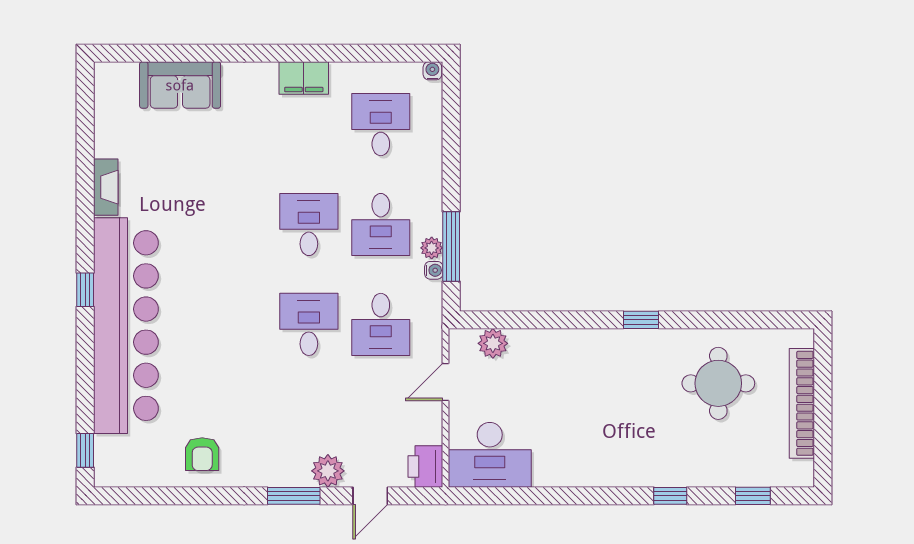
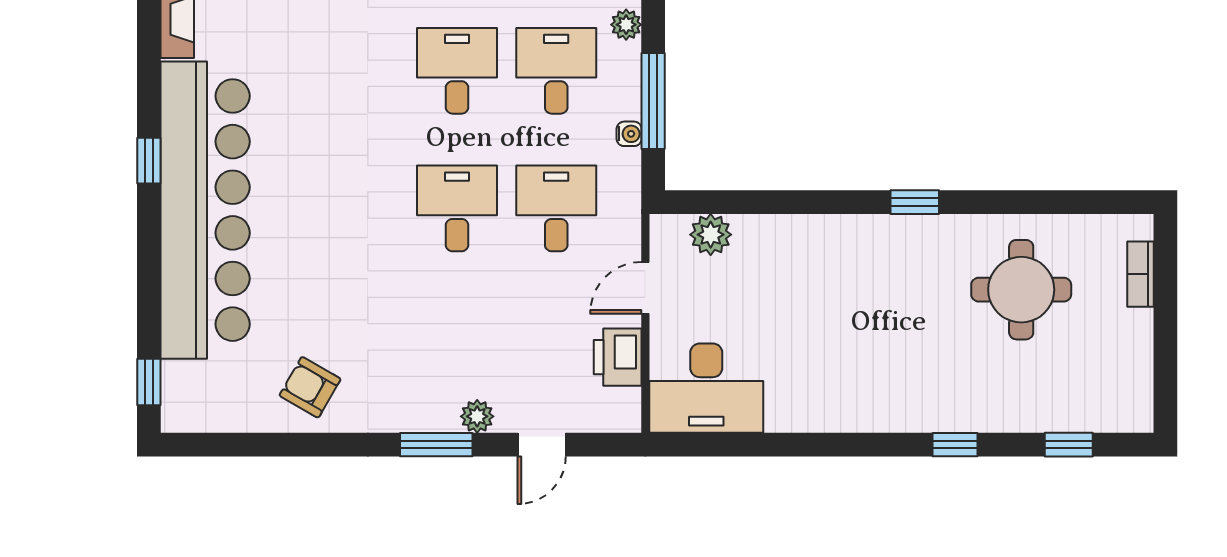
desk: (381, 225) -> (556, 71), turned 180
plant: (432, 248) -> (626, 25), moved
desk: (381, 324) -> (556, 208), turned 180
bookcase: (802, 403) -> (1141, 274), width x0.43, depth x0.76
armchair: (202, 454) -> (310, 387), turned 120
printer: (425, 466) -> (618, 357), moved
plant: (328, 471) -> (477, 416), width x0.73, depth x0.73

